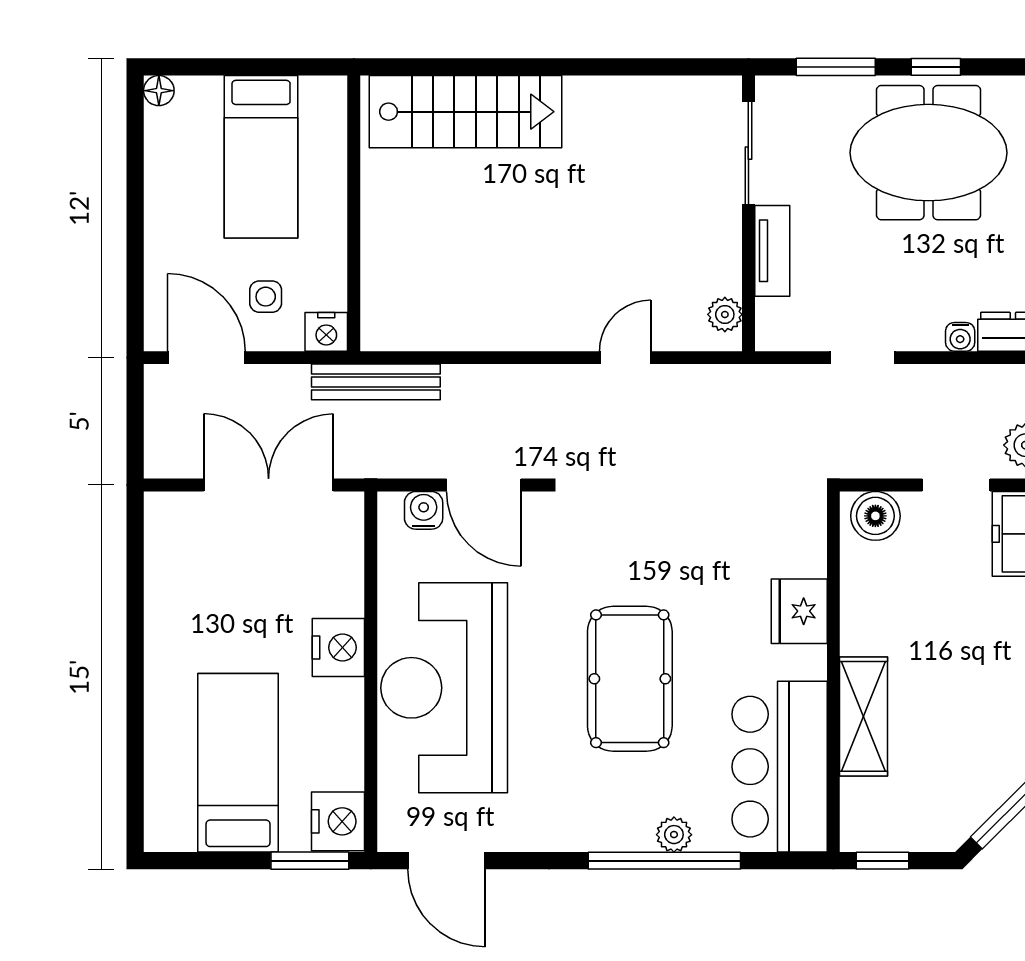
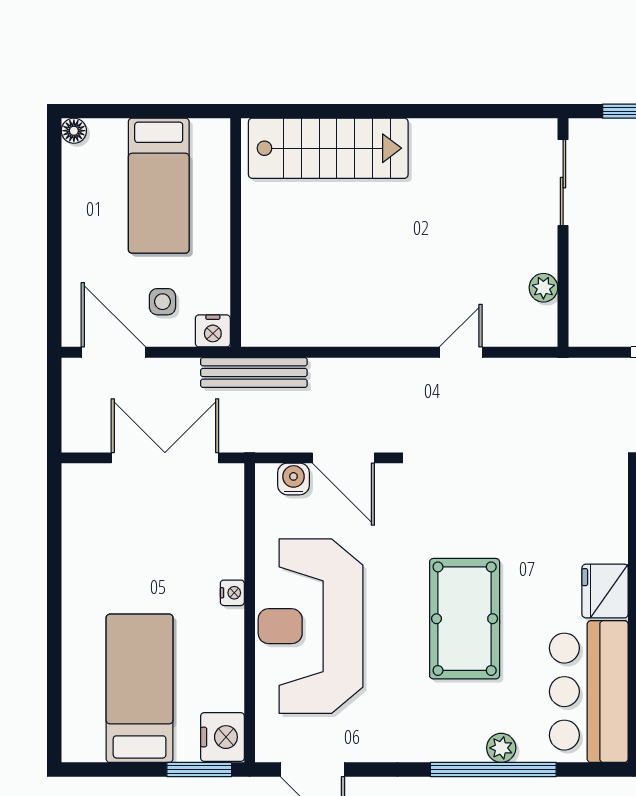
tv unit: (772, 251) -> (583, 264), removed
plant: (725, 314) -> (543, 288), moved
fridge: (799, 611) -> (605, 591), moved
nightstand: (338, 648) -> (232, 593), width x0.53, depth x0.56

